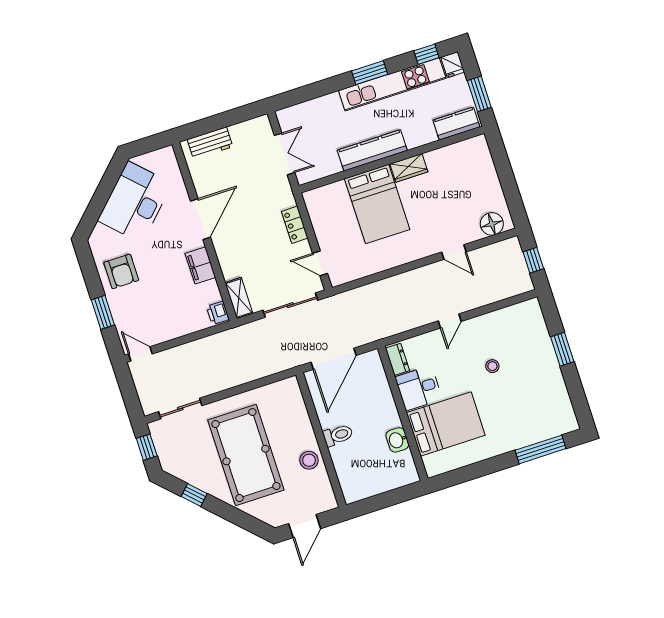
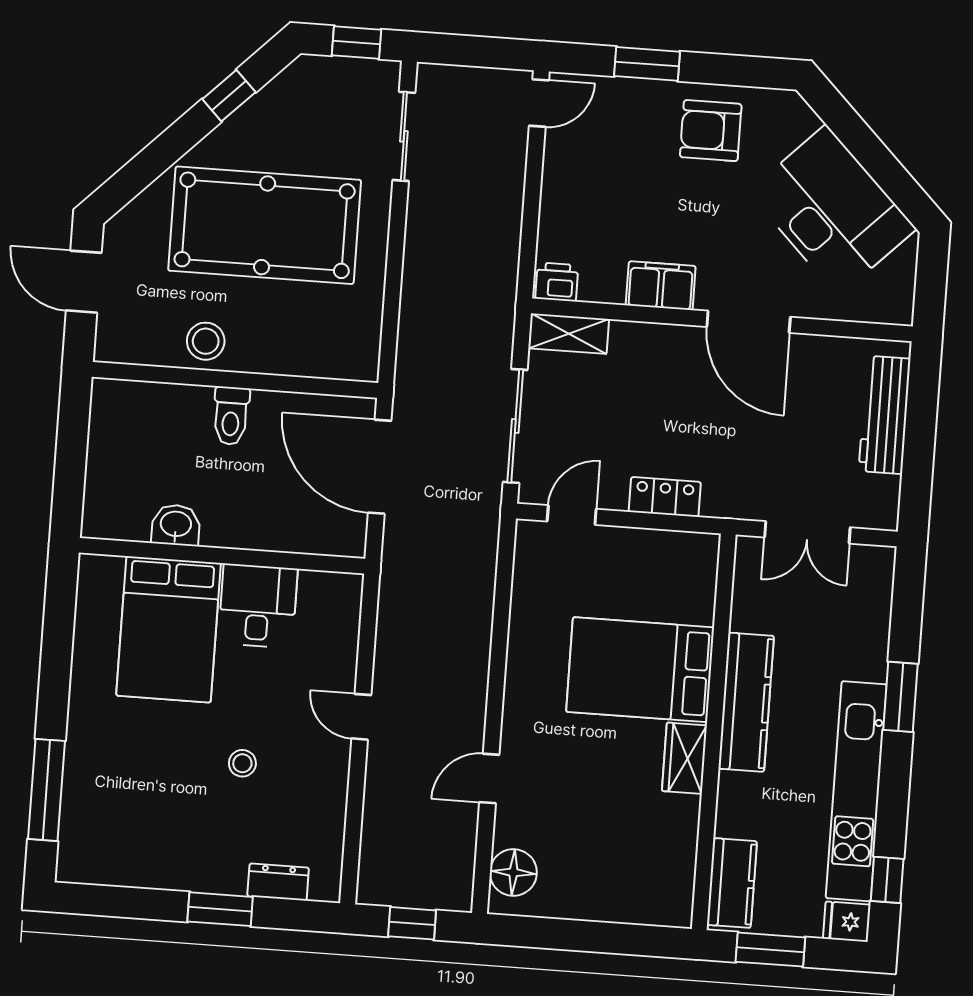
window: (370, 73) -> (901, 697), moved
workbench: (210, 143) -> (885, 415), width x1.38
dresser: (397, 359) -> (278, 882), moved, turned 180

